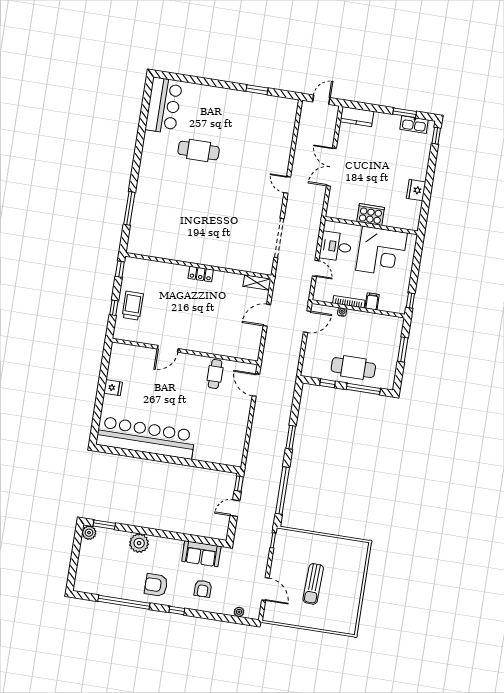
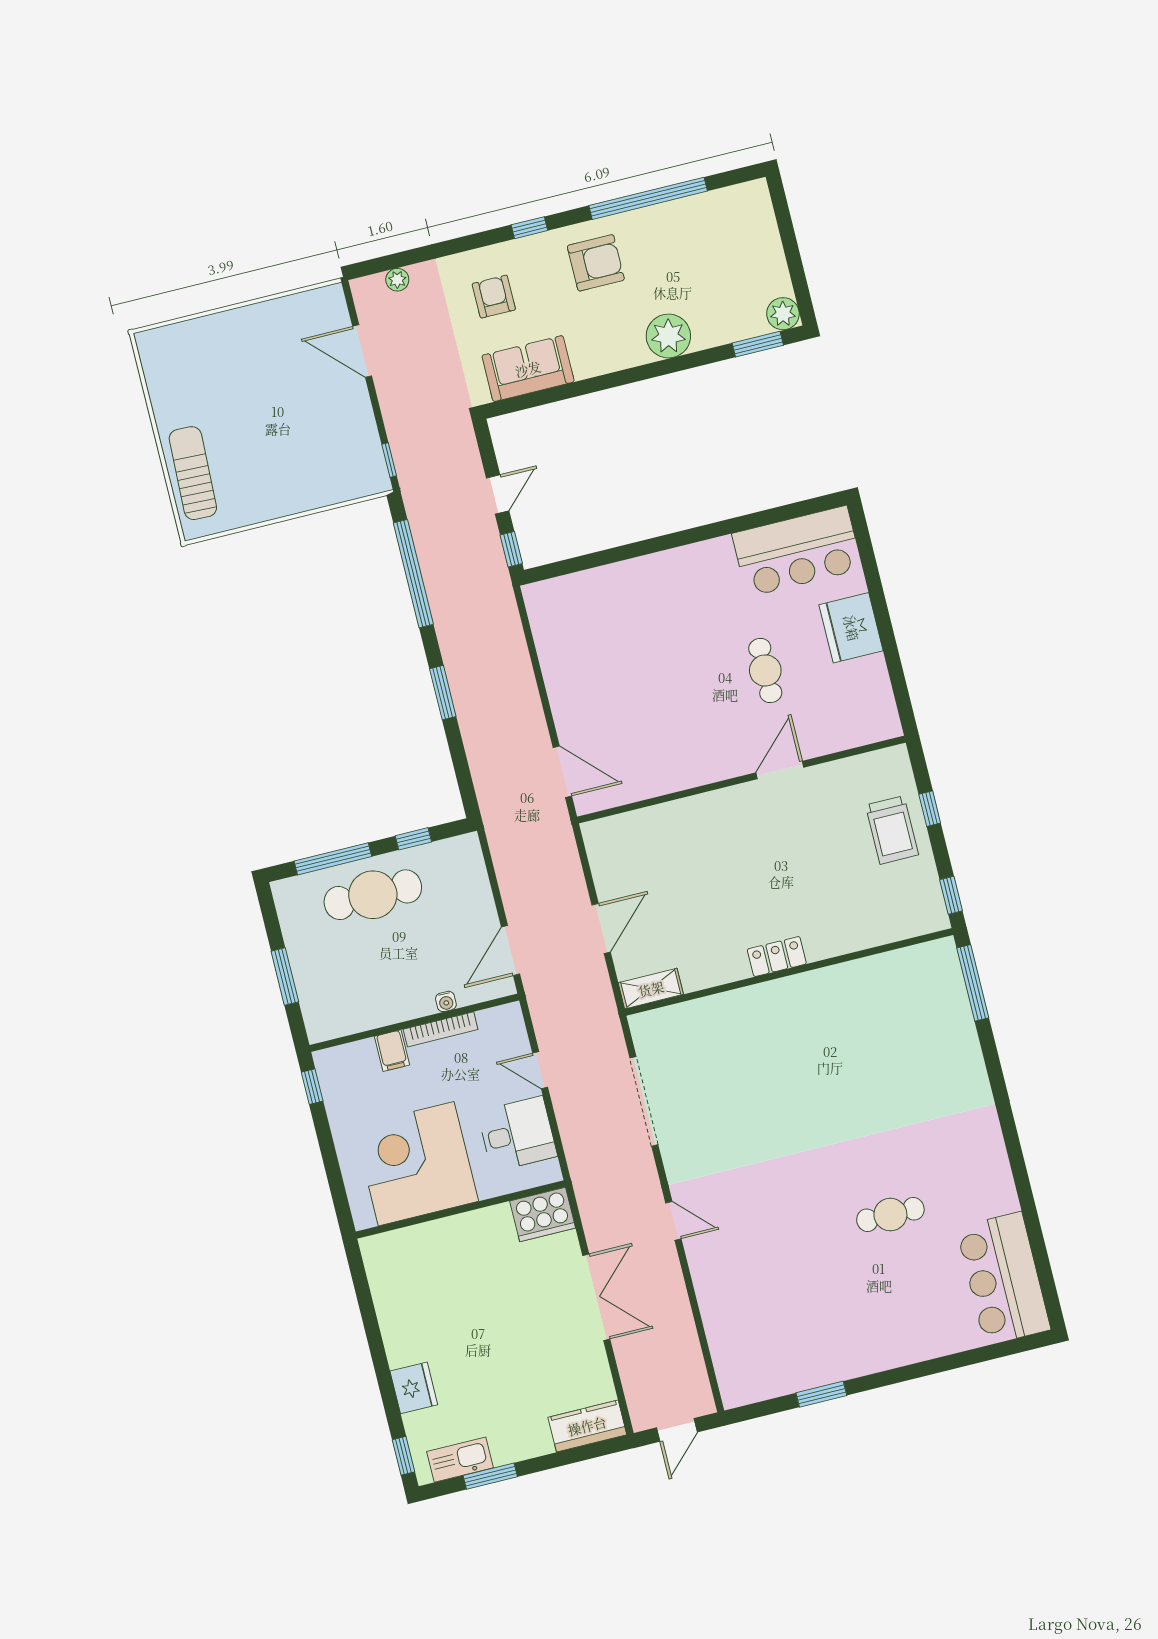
cafe table: (199, 151) -> (890, 1215), width x0.73, depth x0.74
fridge: (416, 190) -> (414, 1388), moved
window: (129, 208) -> (973, 983), moved
cooker: (371, 215) -> (543, 1214), moved
cafe table: (215, 374) -> (765, 670), moved
fridge: (113, 388) -> (851, 628), width x1.88, depth x1.34
bar counter: (146, 438) -> (797, 551), width x0.54
sun lounger: (313, 584) -> (193, 473), moved

